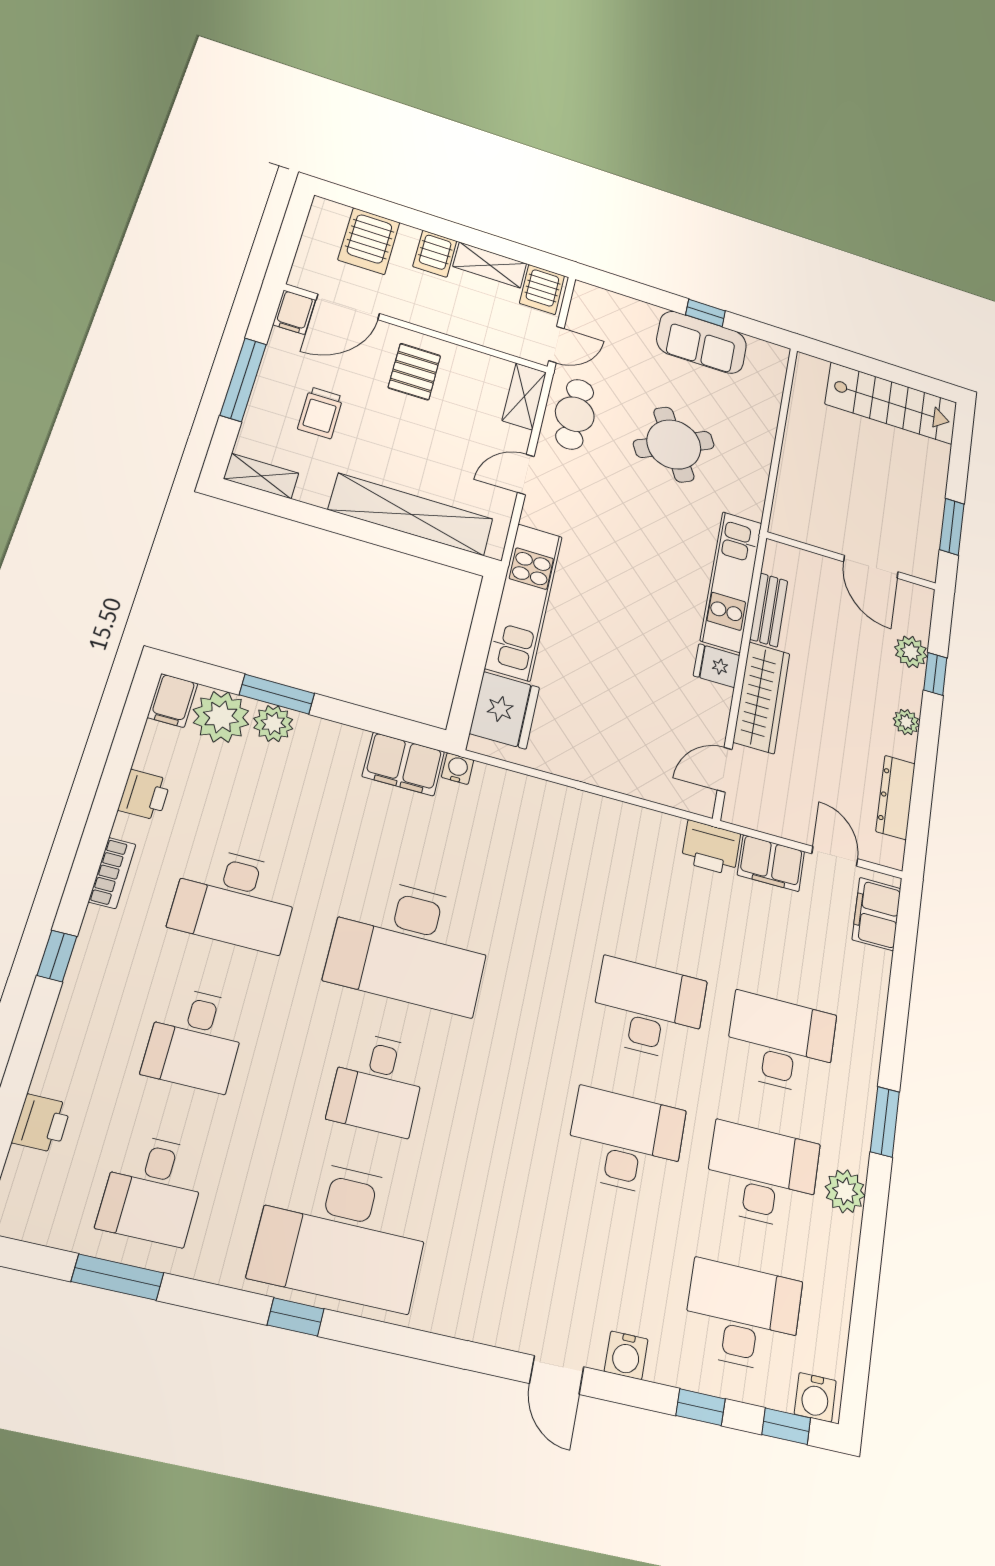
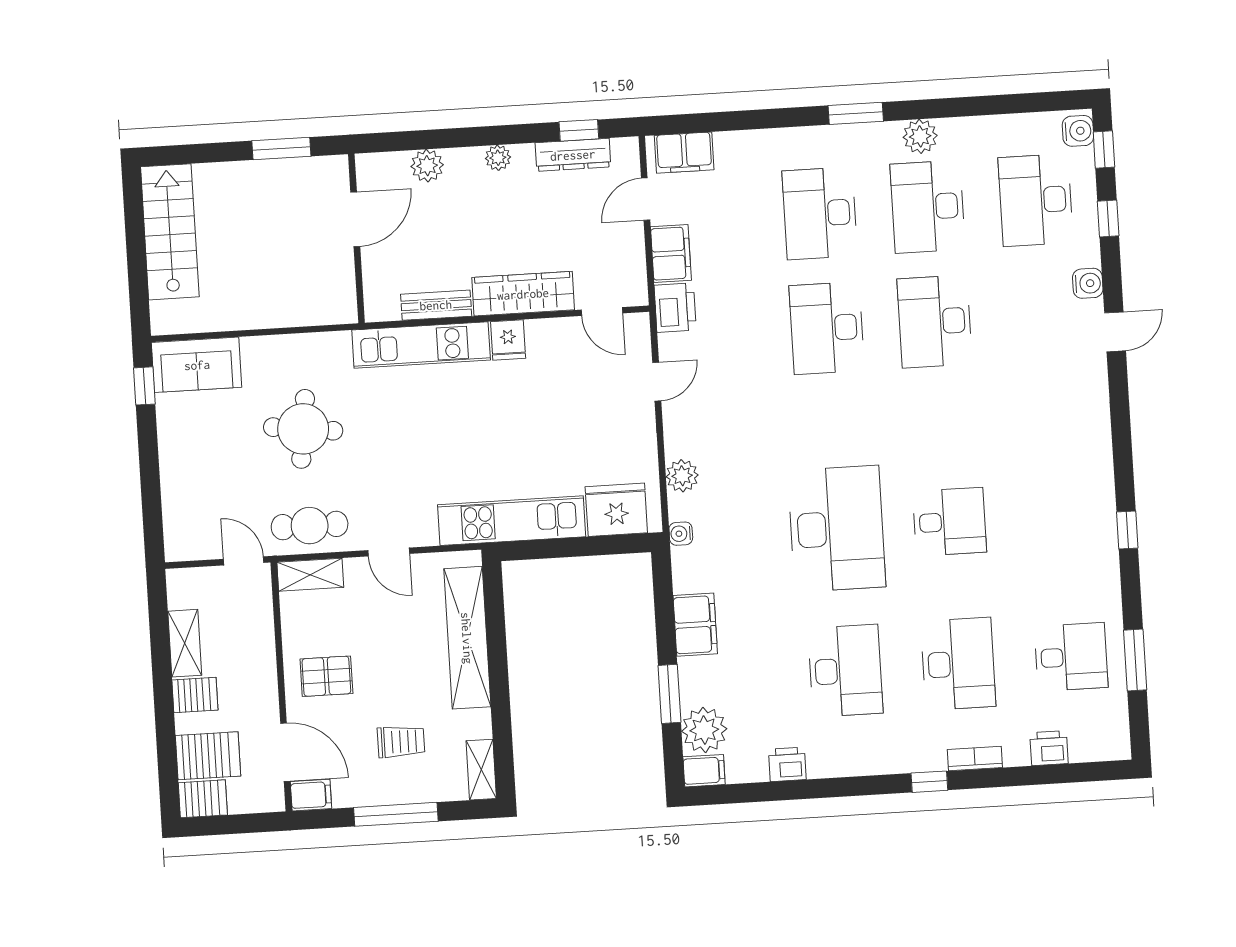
server rack: (542, 289) -> (203, 799), moved
window: (705, 313) -> (144, 386), moved
sofa: (702, 342) -> (197, 365), moved, turned 90
round table: (674, 444) -> (303, 429), turned 34
window: (935, 674) -> (579, 130), moved
plant: (273, 724) -> (682, 476), moved
filing cabinet: (403, 764) -> (695, 625), moved
door: (635, 801) -> (657, 382), added
bookcase: (112, 873) -> (975, 759), moved
desk: (195, 1039) -> (958, 664), width x1.37
desk: (342, 1233) -> (1062, 515), removed

